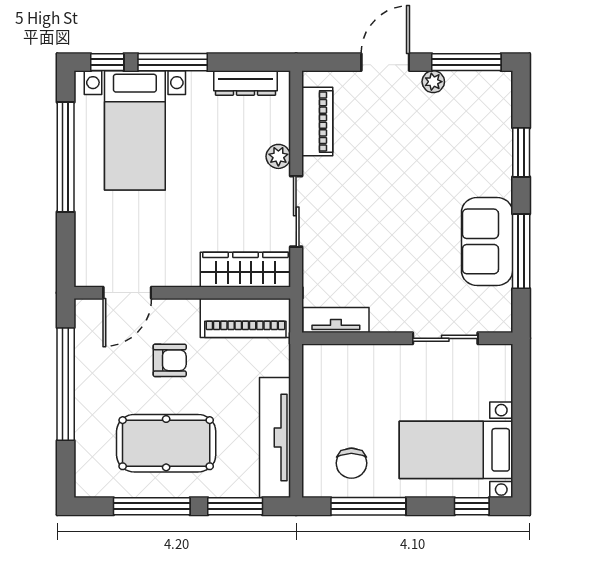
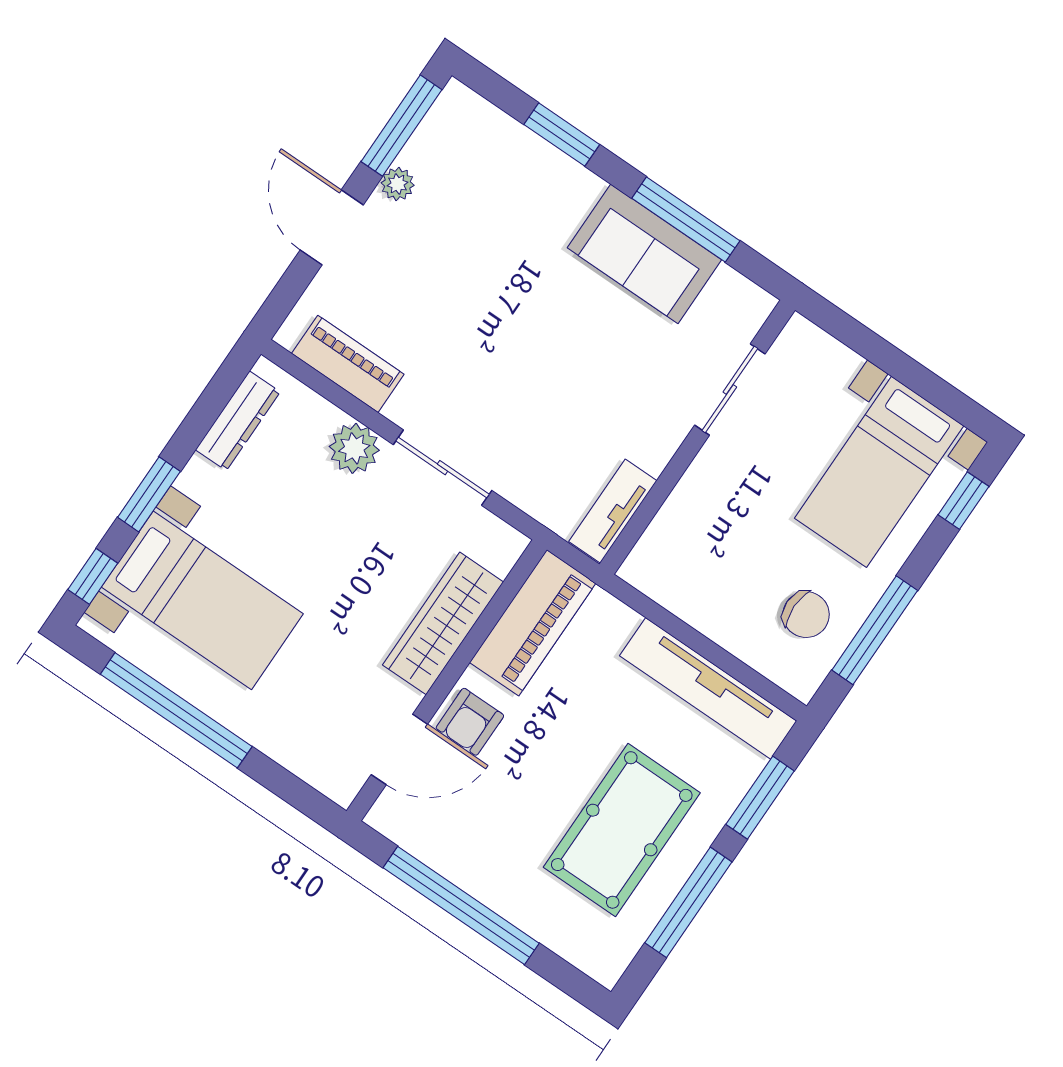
window: (173, 62) -> (149, 494), width x0.69
plant: (278, 156) -> (354, 448), width x1.38, depth x1.38
wardrobe: (245, 270) -> (443, 623), moved
door: (127, 293) -> (399, 749), hinge flipped
armchair: (170, 360) -> (470, 722), moved, turned 180

